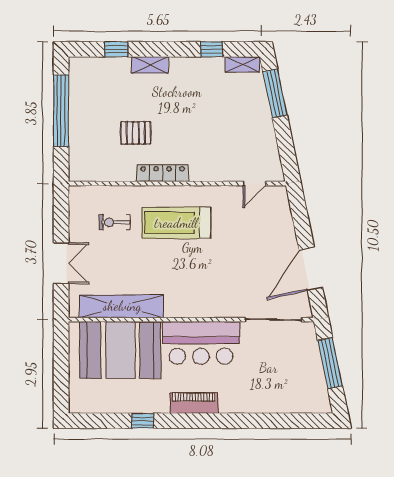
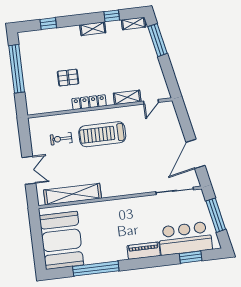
shelving: (150, 65) -> (93, 29), moved
shelving: (220, 173) -> (127, 97), added
bar counter: (201, 343) -> (185, 238), moved, turned 180
booth: (120, 350) -> (62, 240), moved, turned 90
piano: (194, 403) -> (144, 251), moved
window: (143, 421) -> (96, 269), width x3.17
window: (285, 421) -> (191, 257), added

